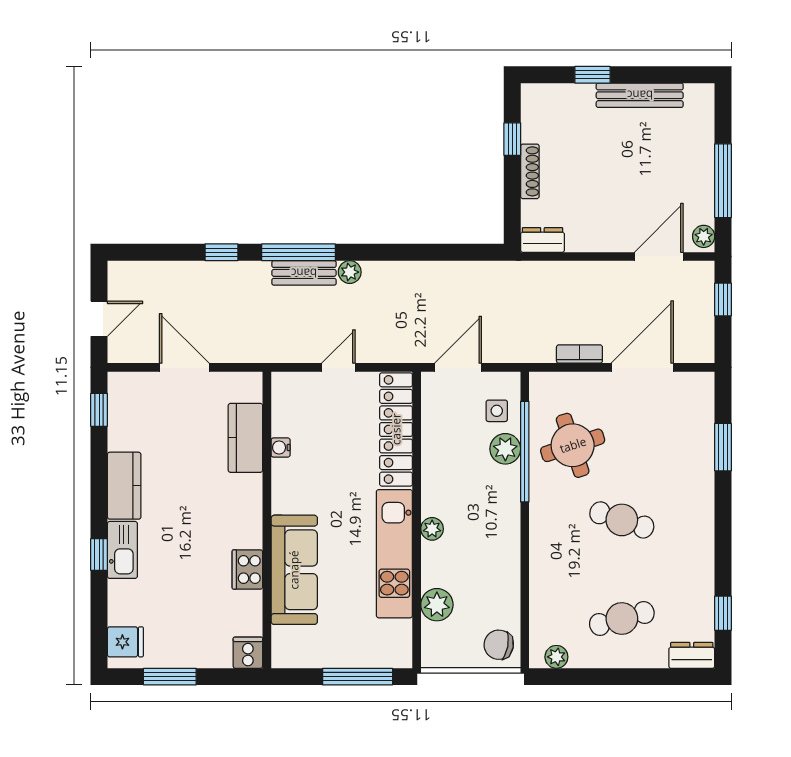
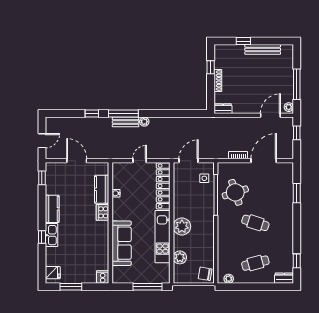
plant: (505, 449) -> (208, 194), removed
plant: (432, 529) -> (182, 226), width x1.87, depth x1.87
cooker: (247, 569) -> (103, 212), moved

